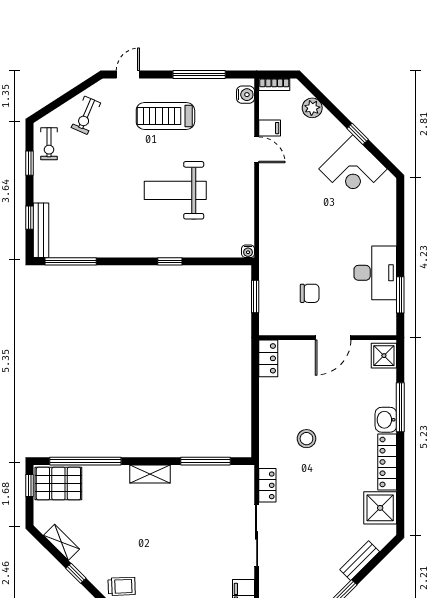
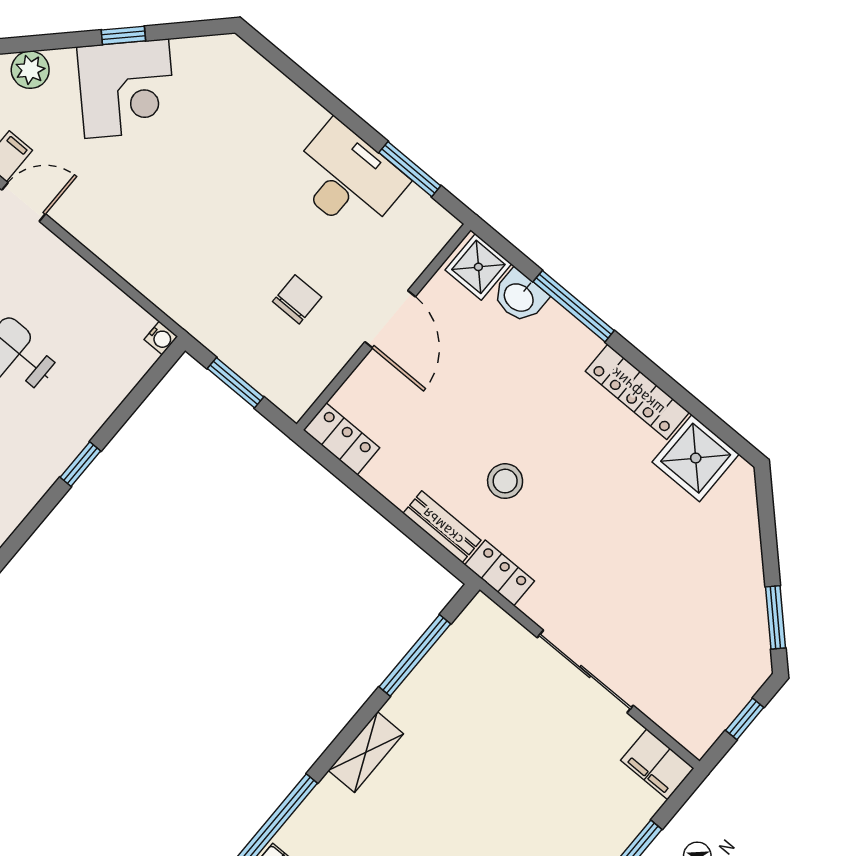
corner desk: (353, 169) -> (127, 89), moved
washbasin: (386, 420) -> (519, 297), moved
locker: (267, 485) -> (499, 573), moved
bench: (360, 561) -> (442, 527), moved, turned -45

